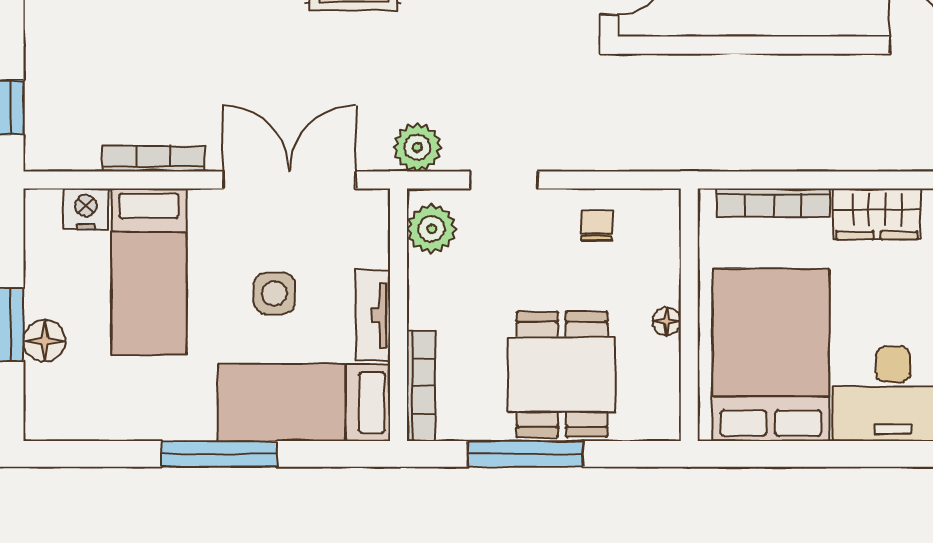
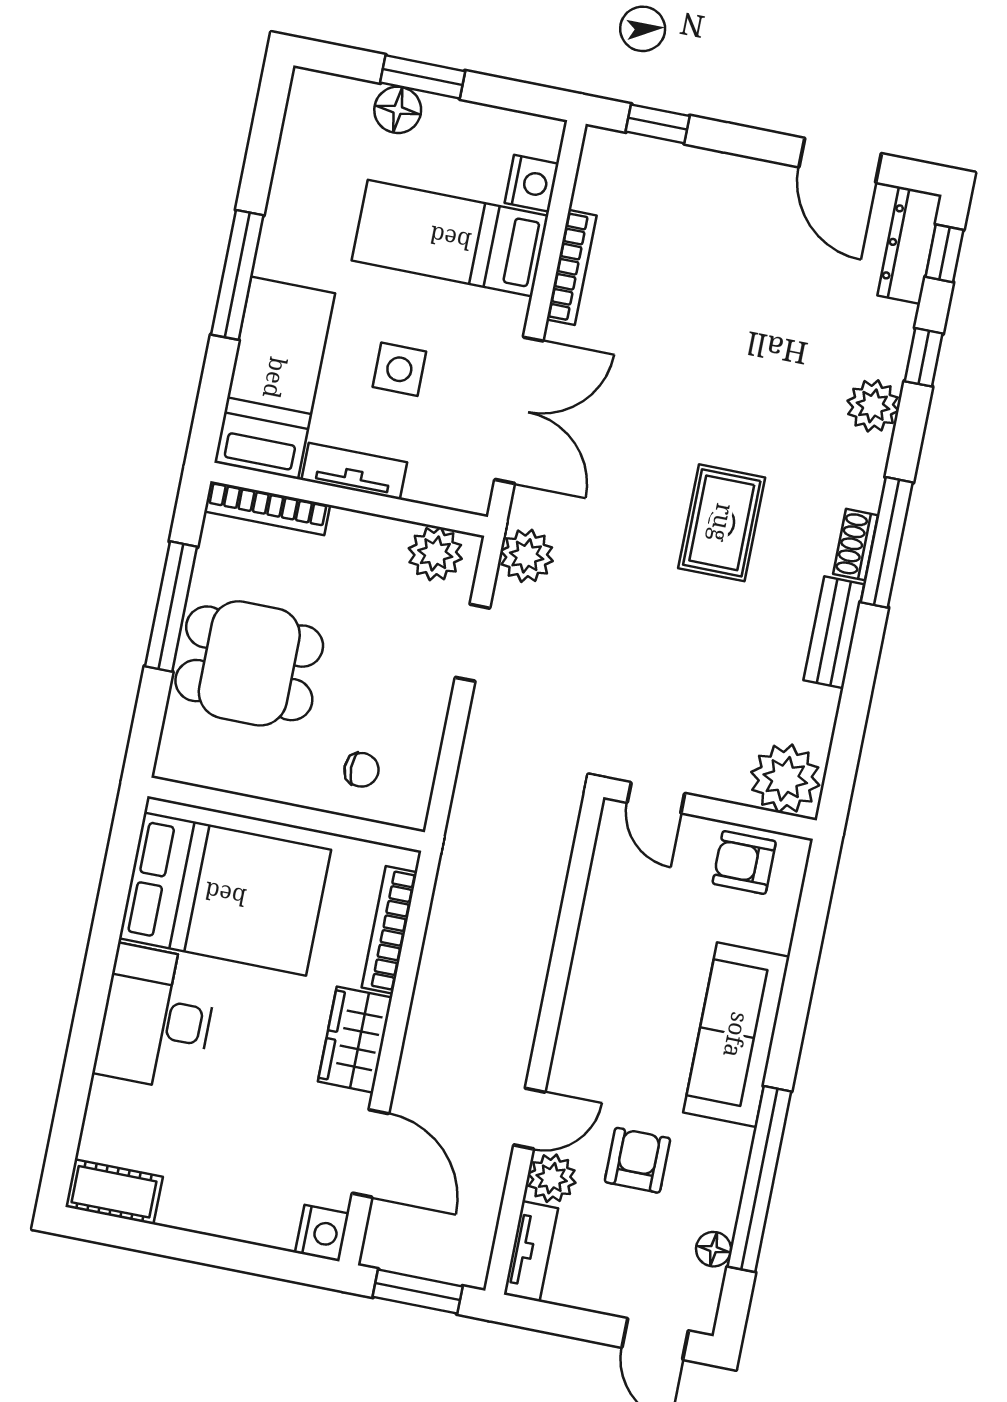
chair: (597, 225) -> (361, 770), moved
floor lamp: (667, 321) -> (284, 788), removed

